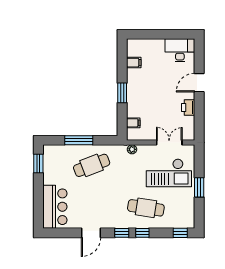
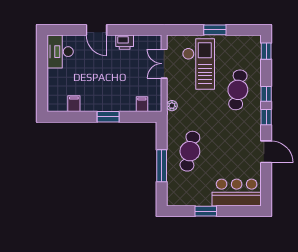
window: (38, 164) -> (206, 211), moved
cafe table: (92, 165) -> (190, 151), turned 33

